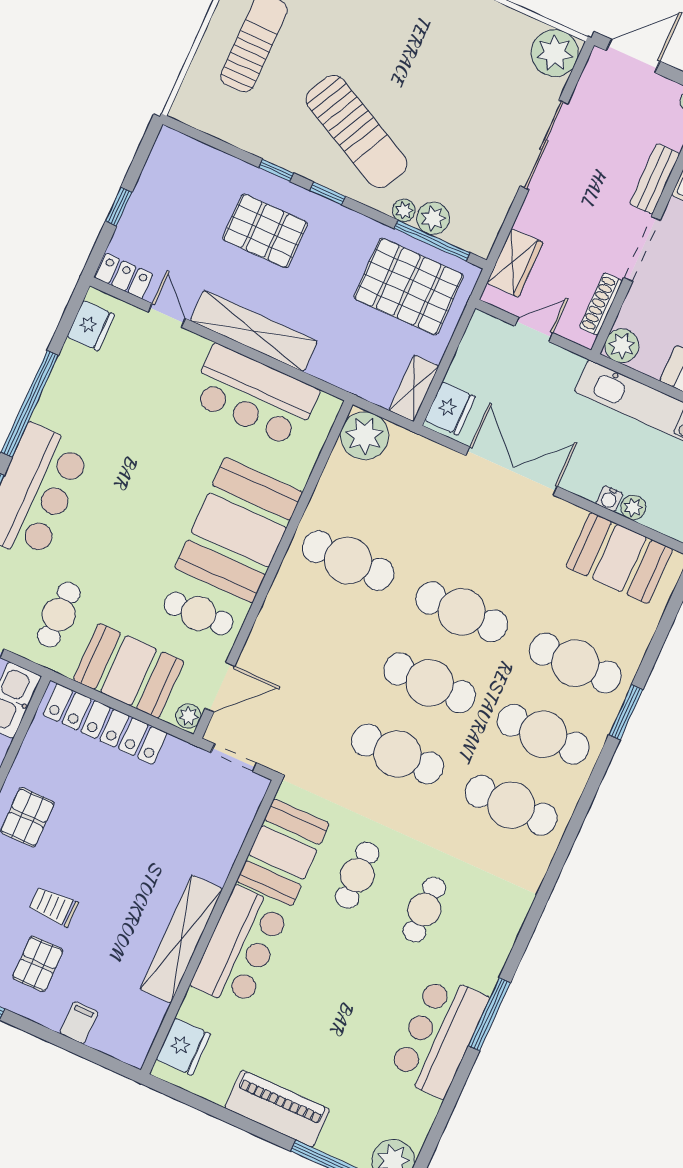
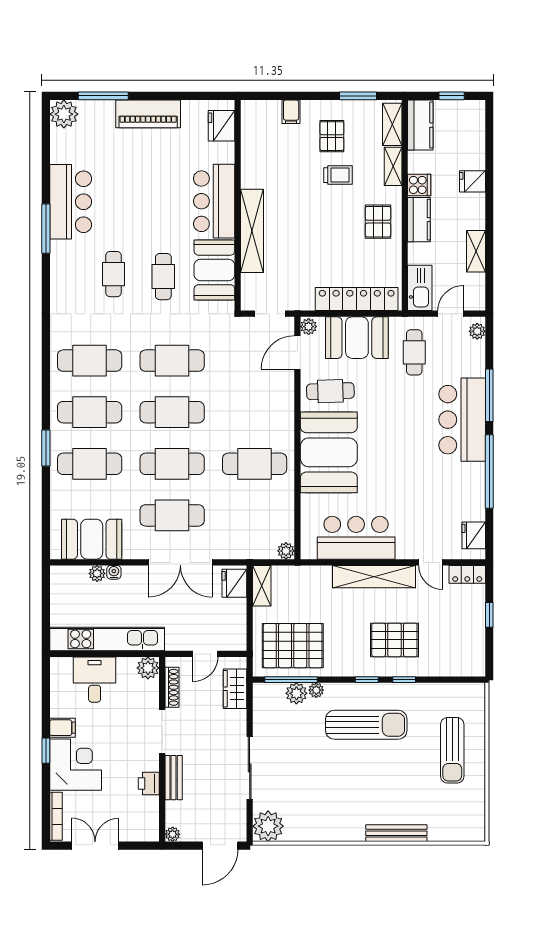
sun lounger: (356, 132) -> (366, 725), turned 153
plant: (365, 436) -> (286, 551), width x0.53, depth x0.53
cafe table: (494, 541) -> (172, 515), added
shelving: (181, 939) -> (252, 231), moved

